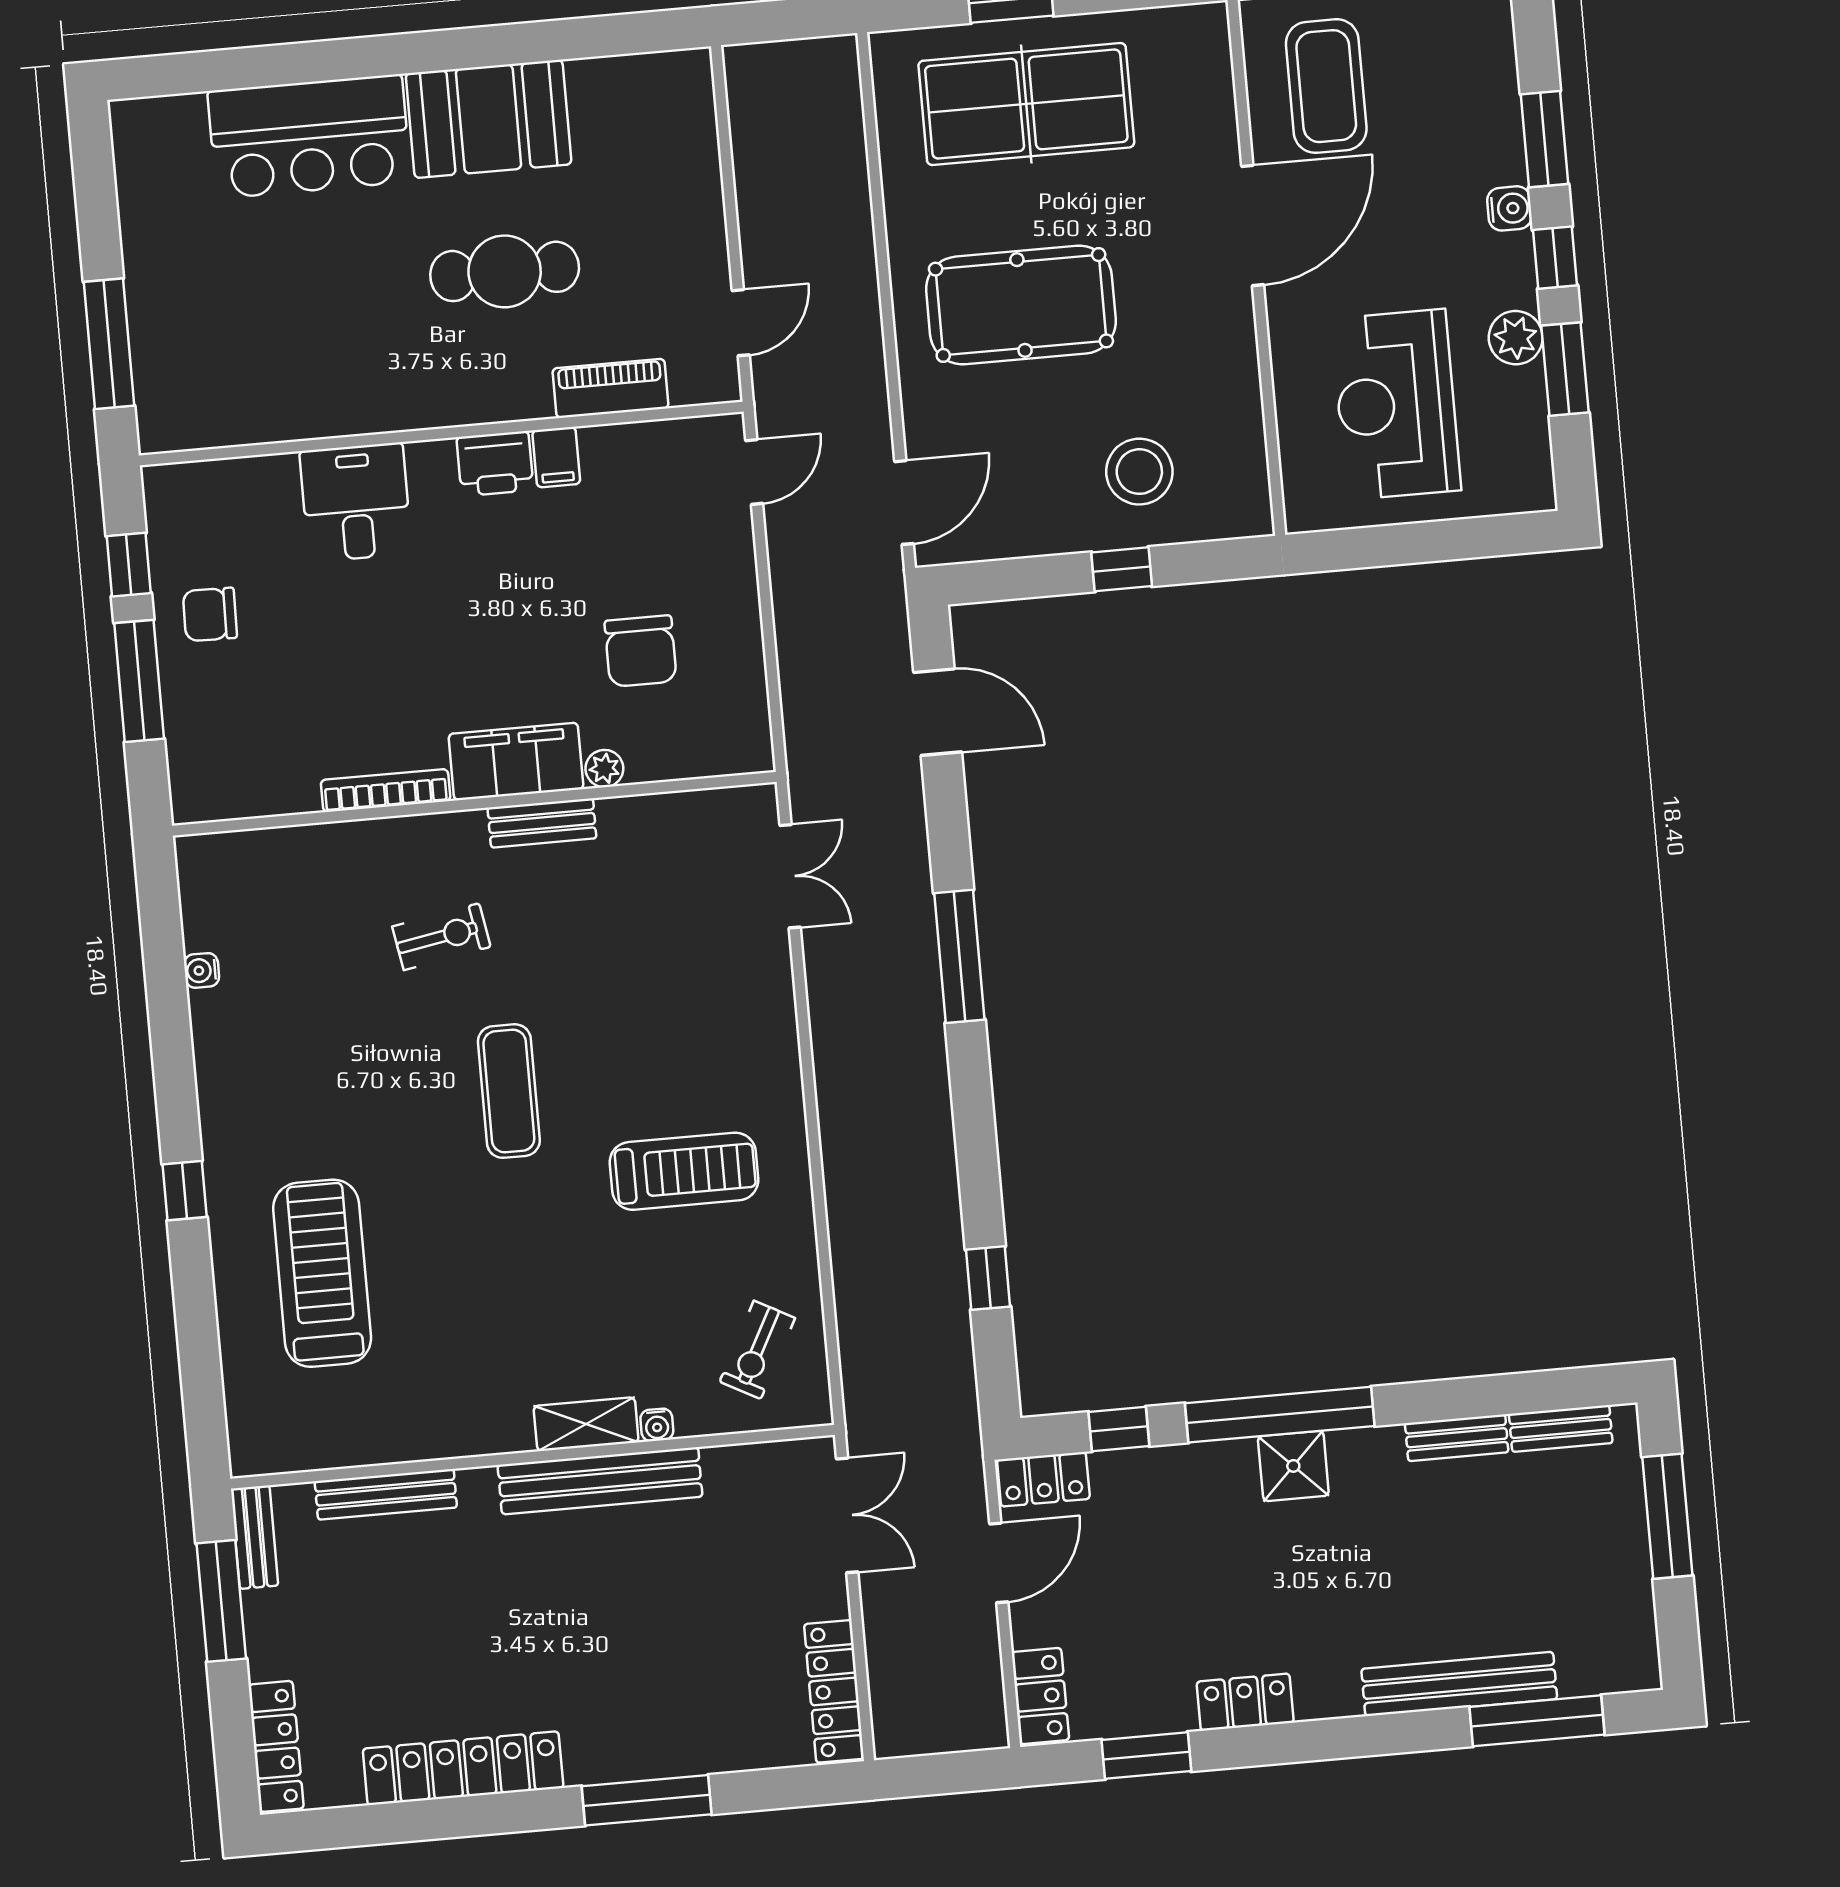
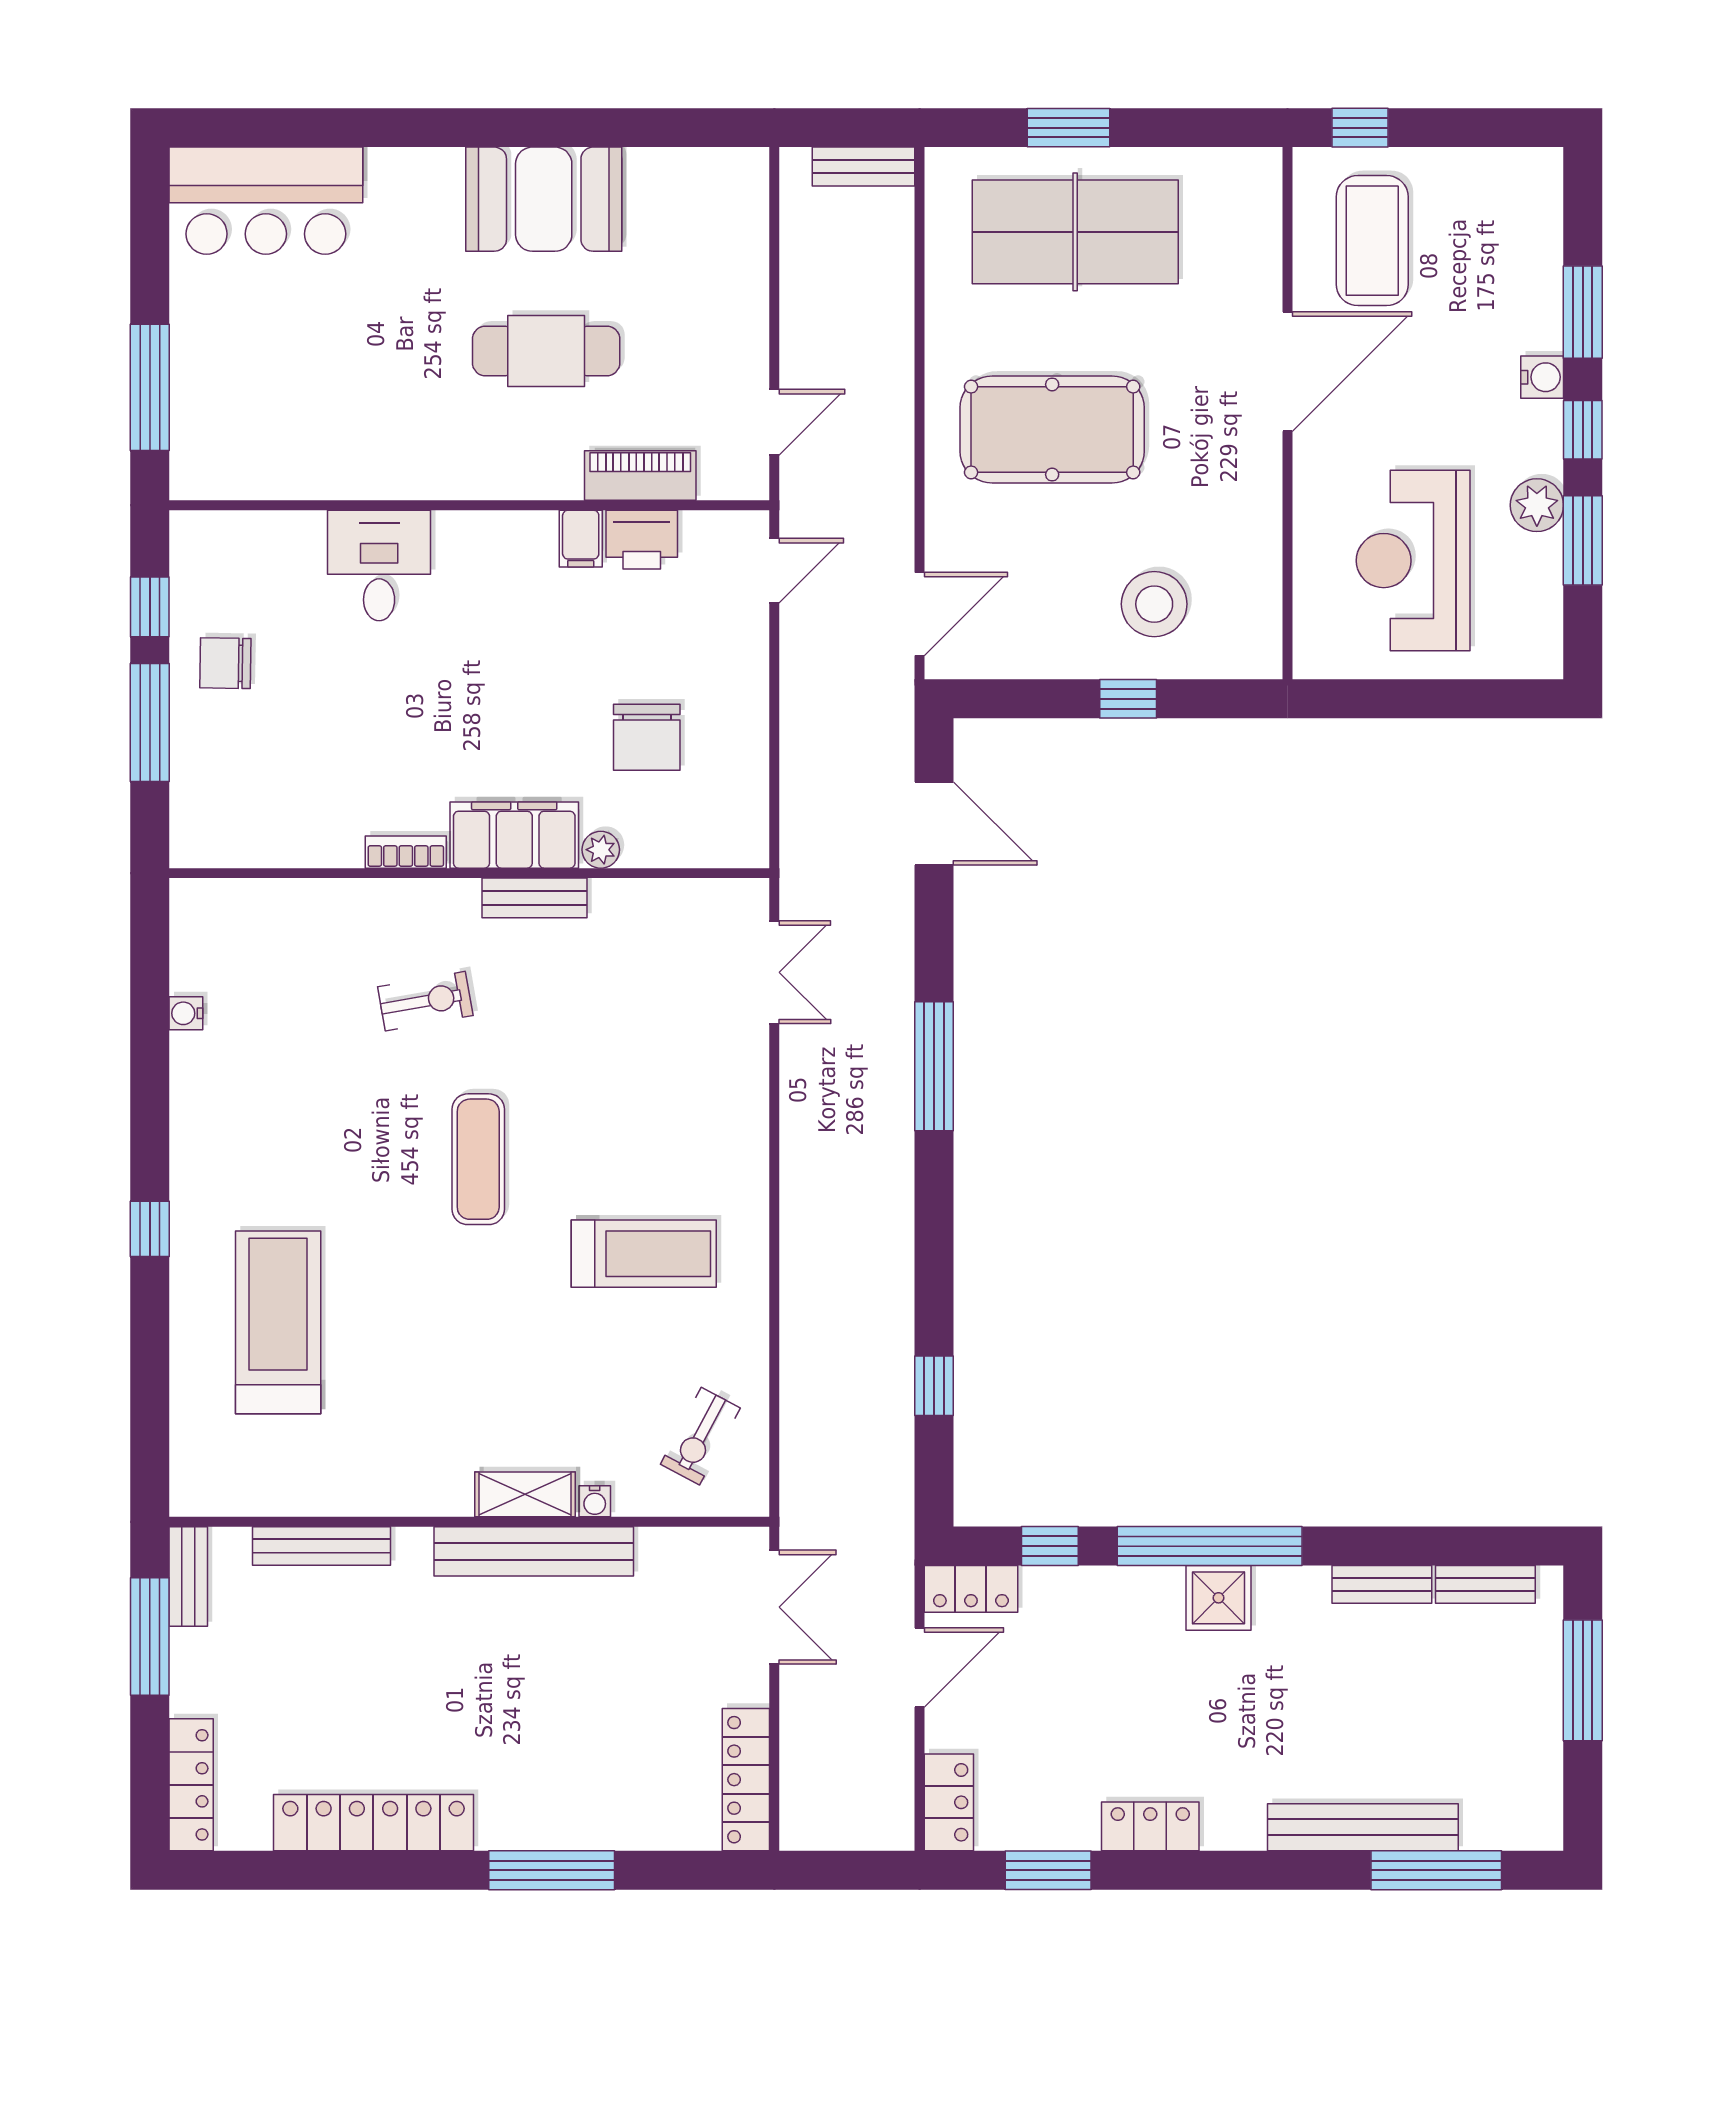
bench: (807, 57) -> (863, 167), added
bar counter: (309, 136) -> (266, 201), moved
printer: (495, 464) -> (642, 540), moved
bookcase: (386, 790) -> (406, 852), width x0.64

